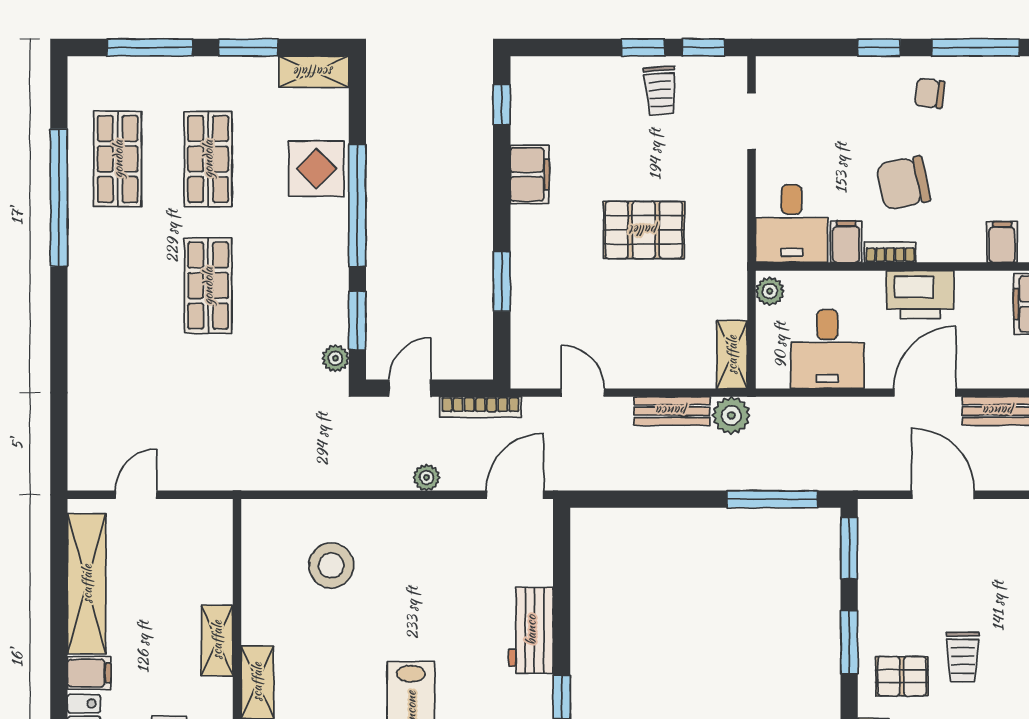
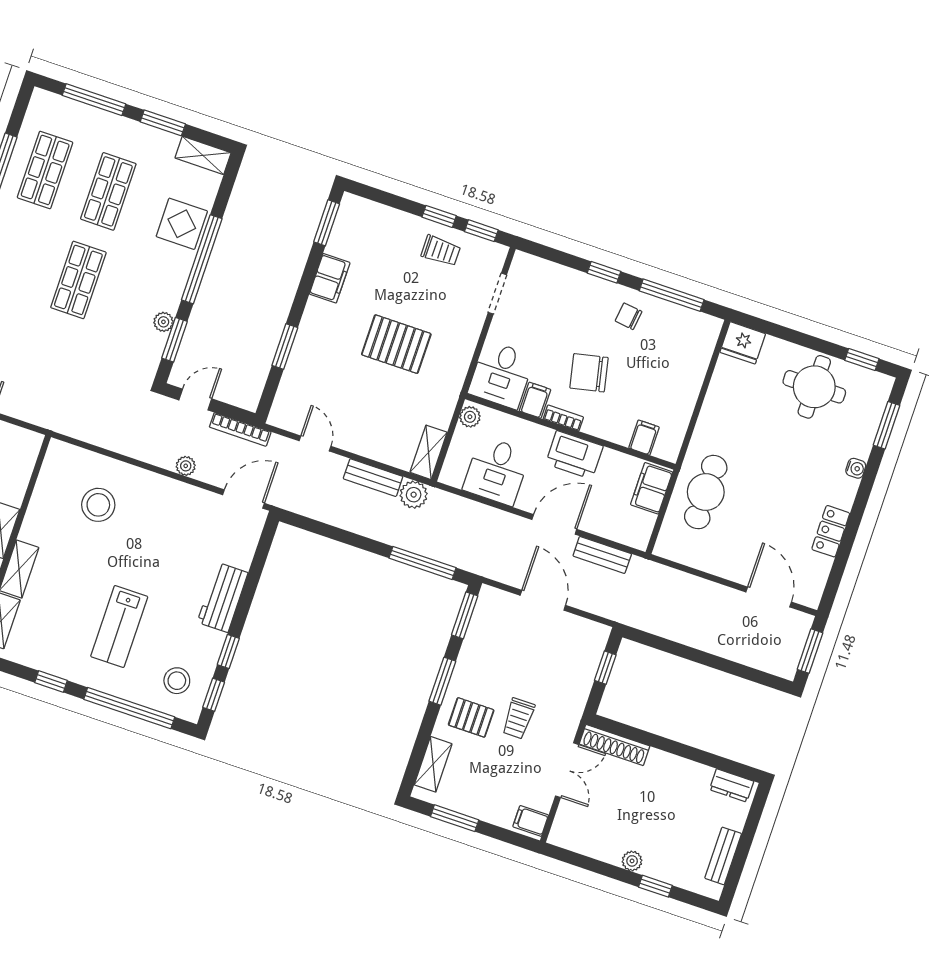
trolley: (660, 91) -> (441, 251), turned -86
window: (502, 105) -> (327, 223), width x1.50
plant: (335, 358) -> (163, 322), moved

